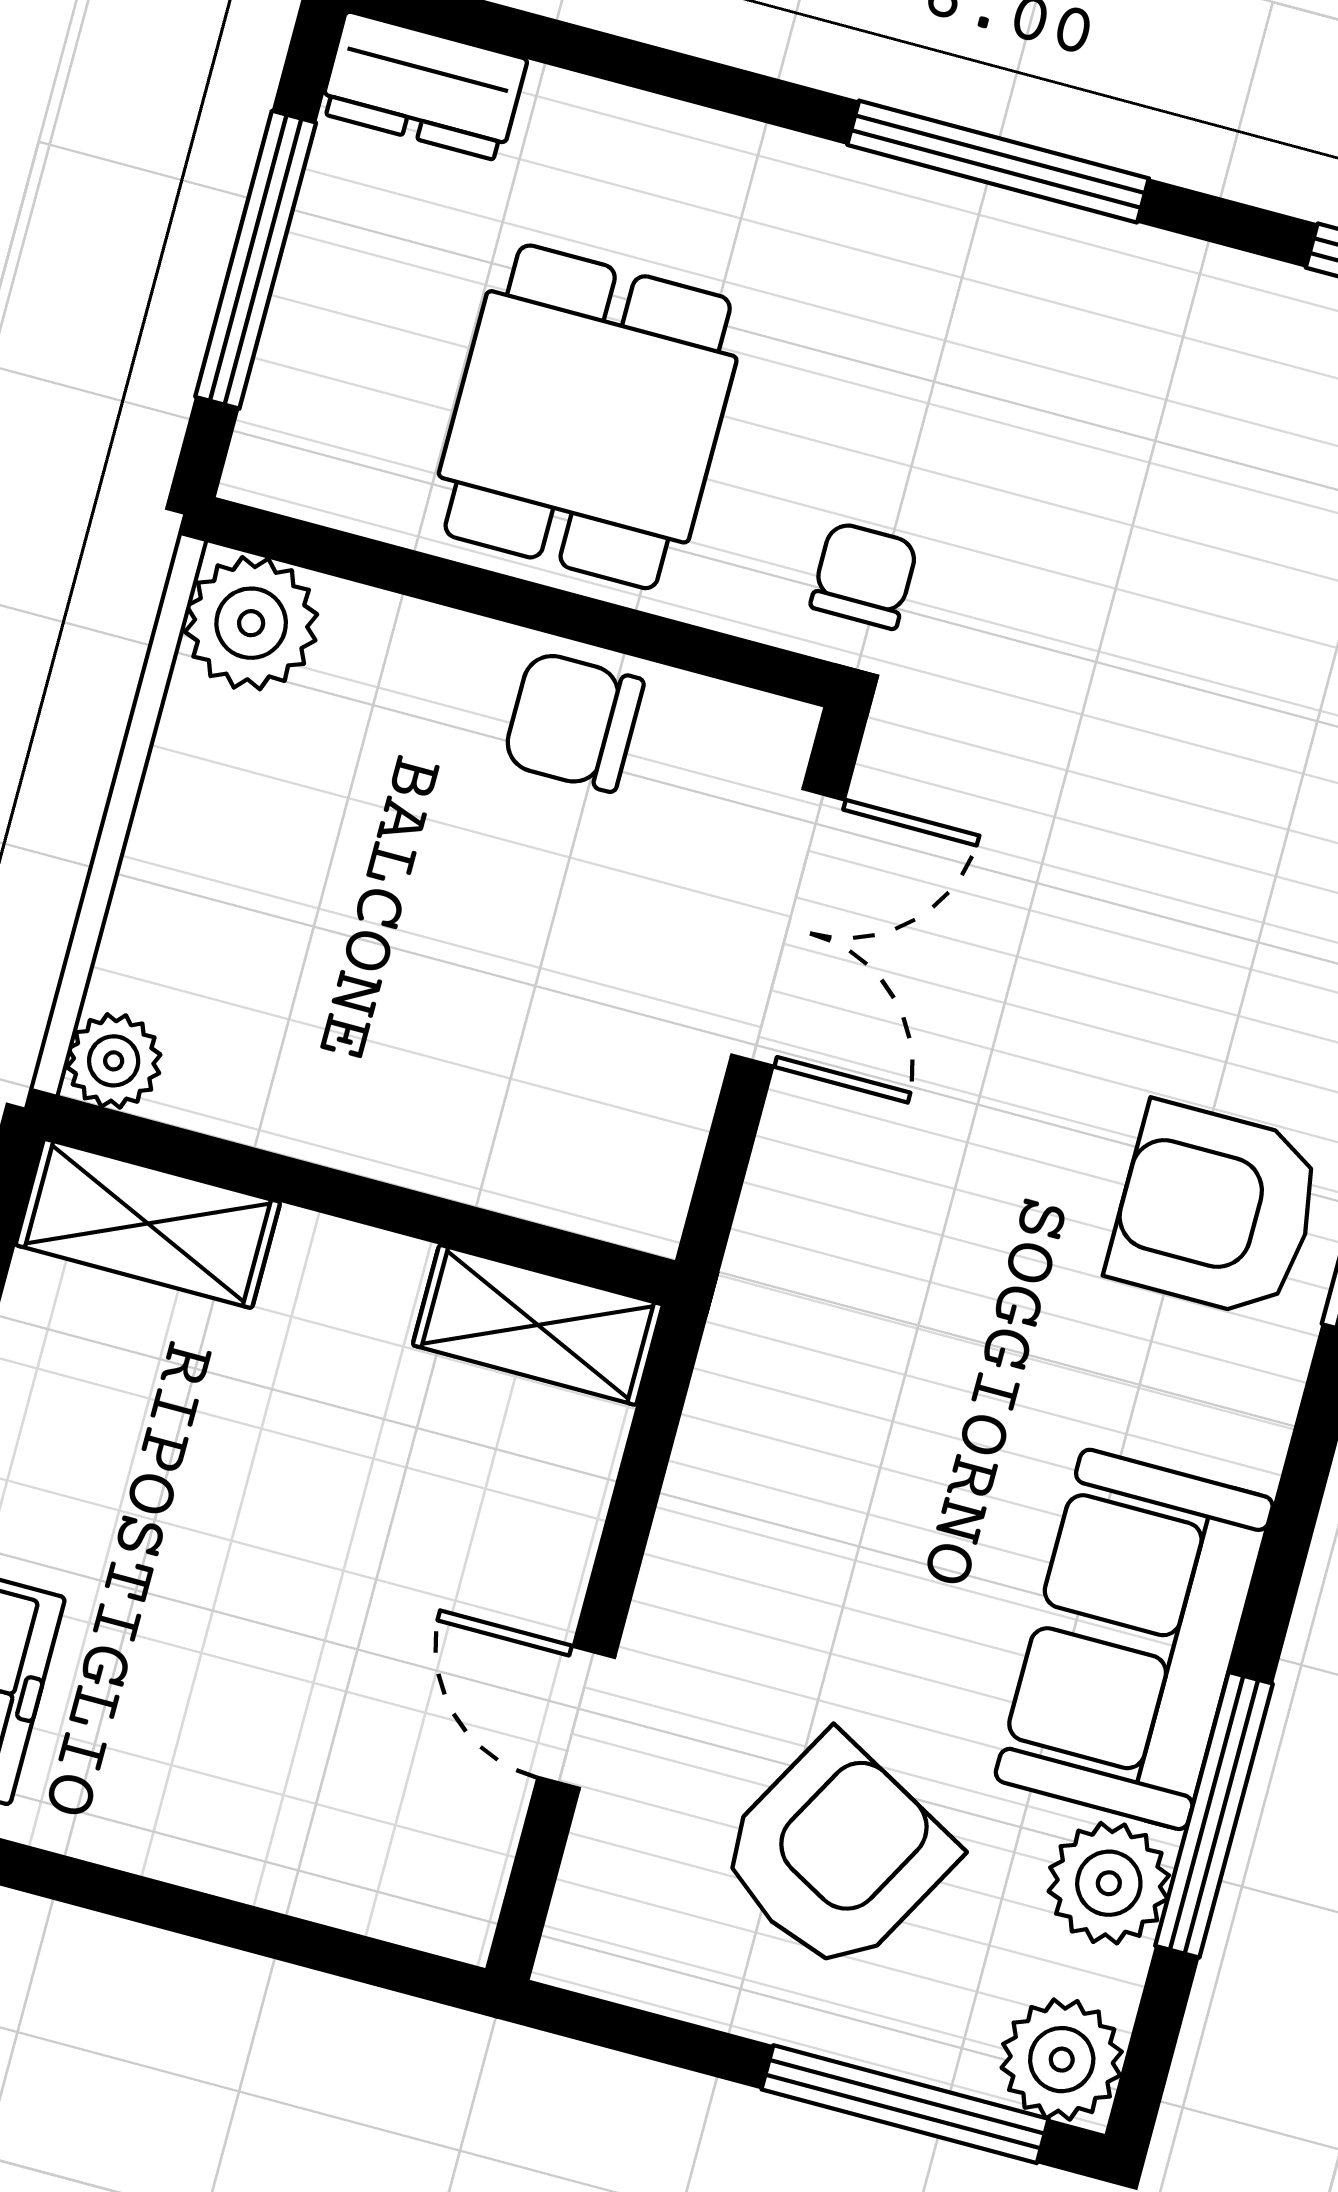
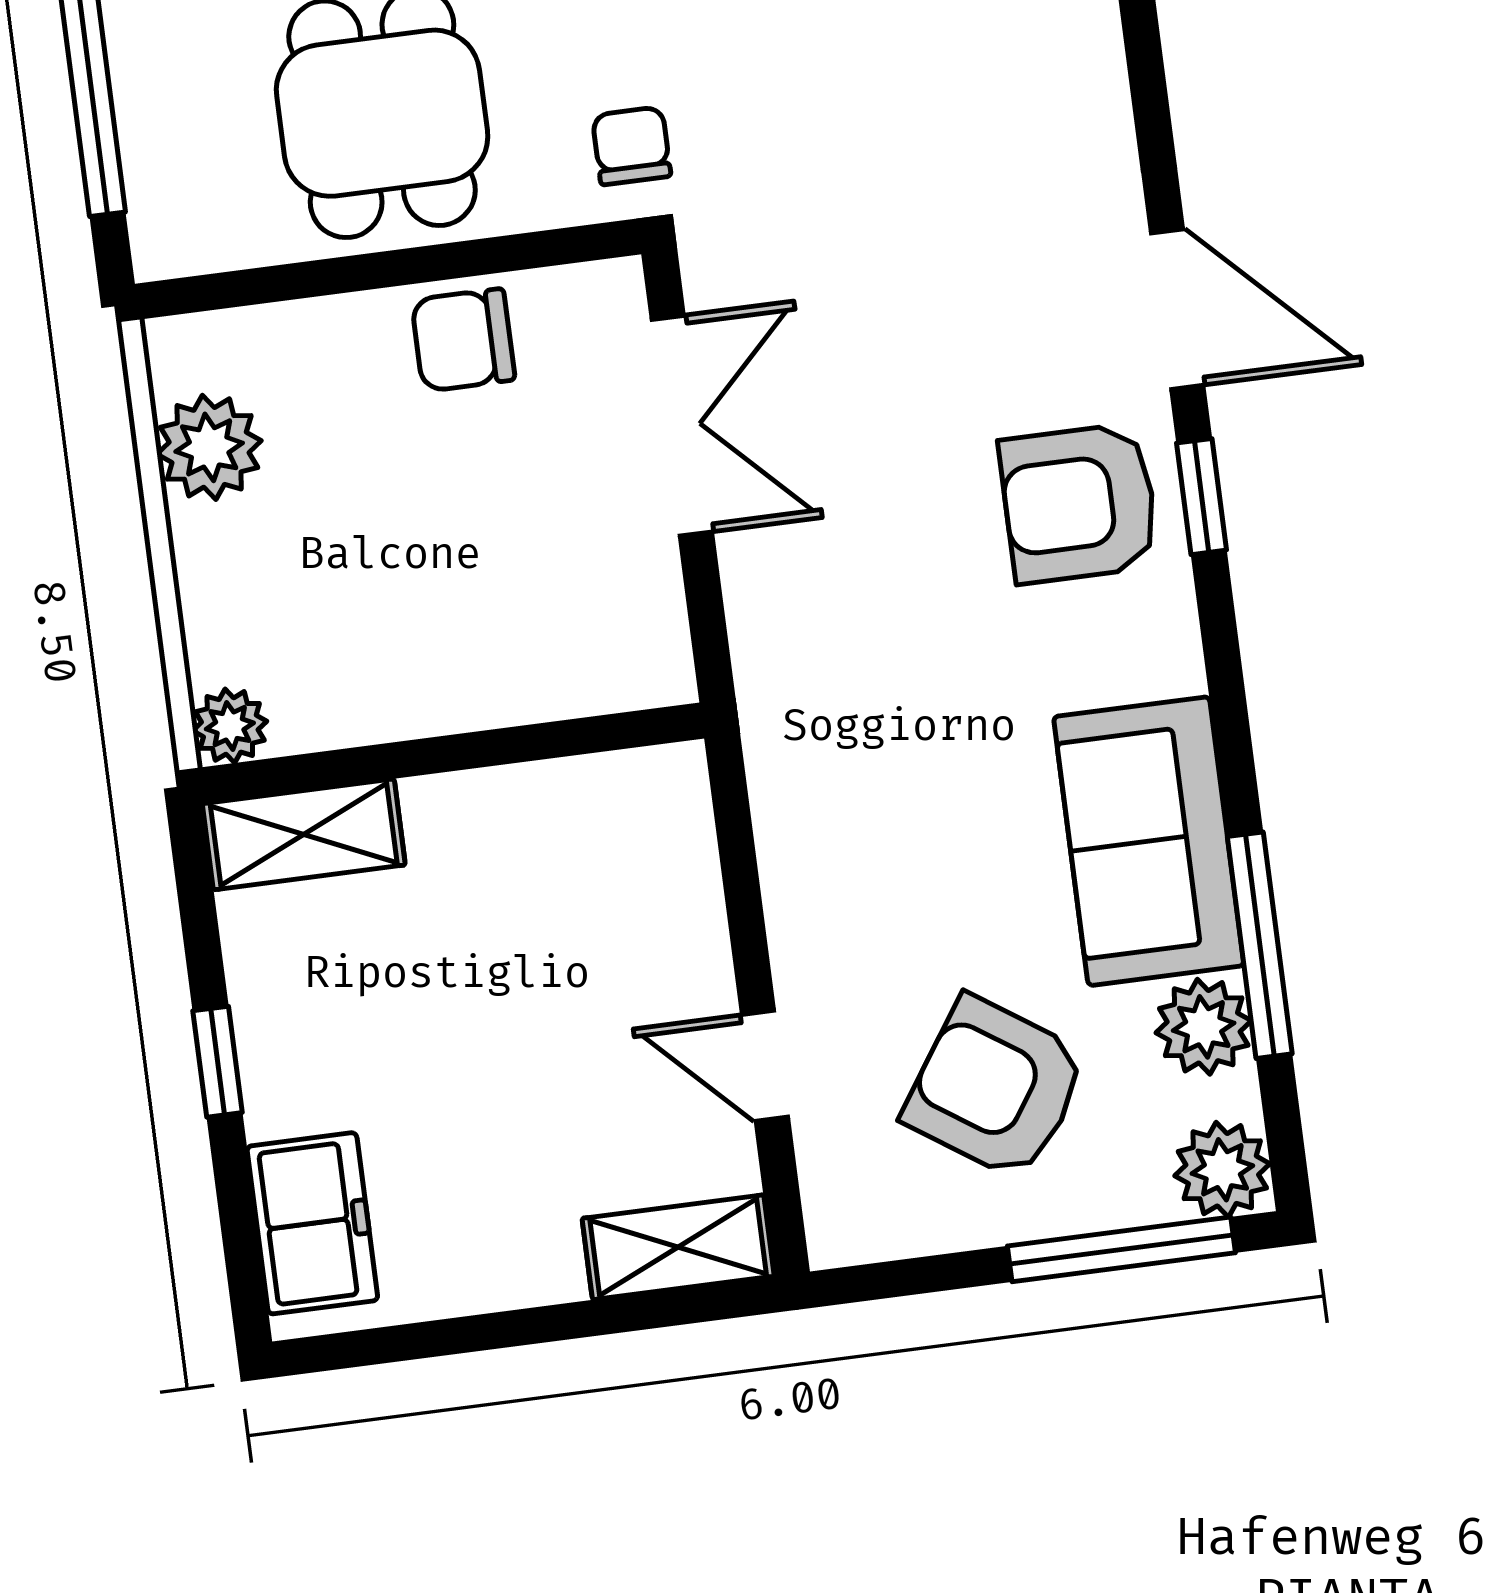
plant: (251, 623) -> (209, 447), moved
shelving: (538, 1325) -> (678, 1247), moved
armchair: (836, 1854) -> (996, 1088), turned -85

